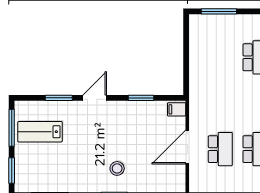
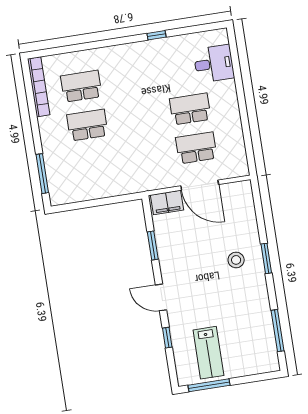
window: (59, 98) -> (167, 338), width x0.67
filing cabinet: (177, 109) -> (167, 202), width x2.00
window: (12, 170) -> (257, 378), removed

